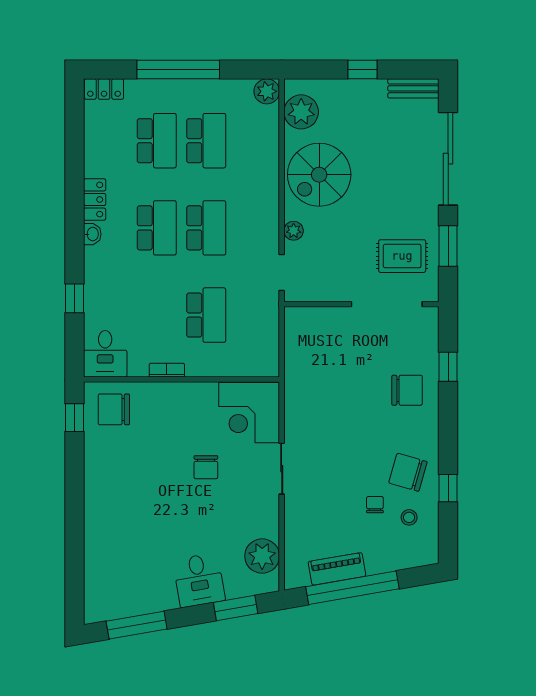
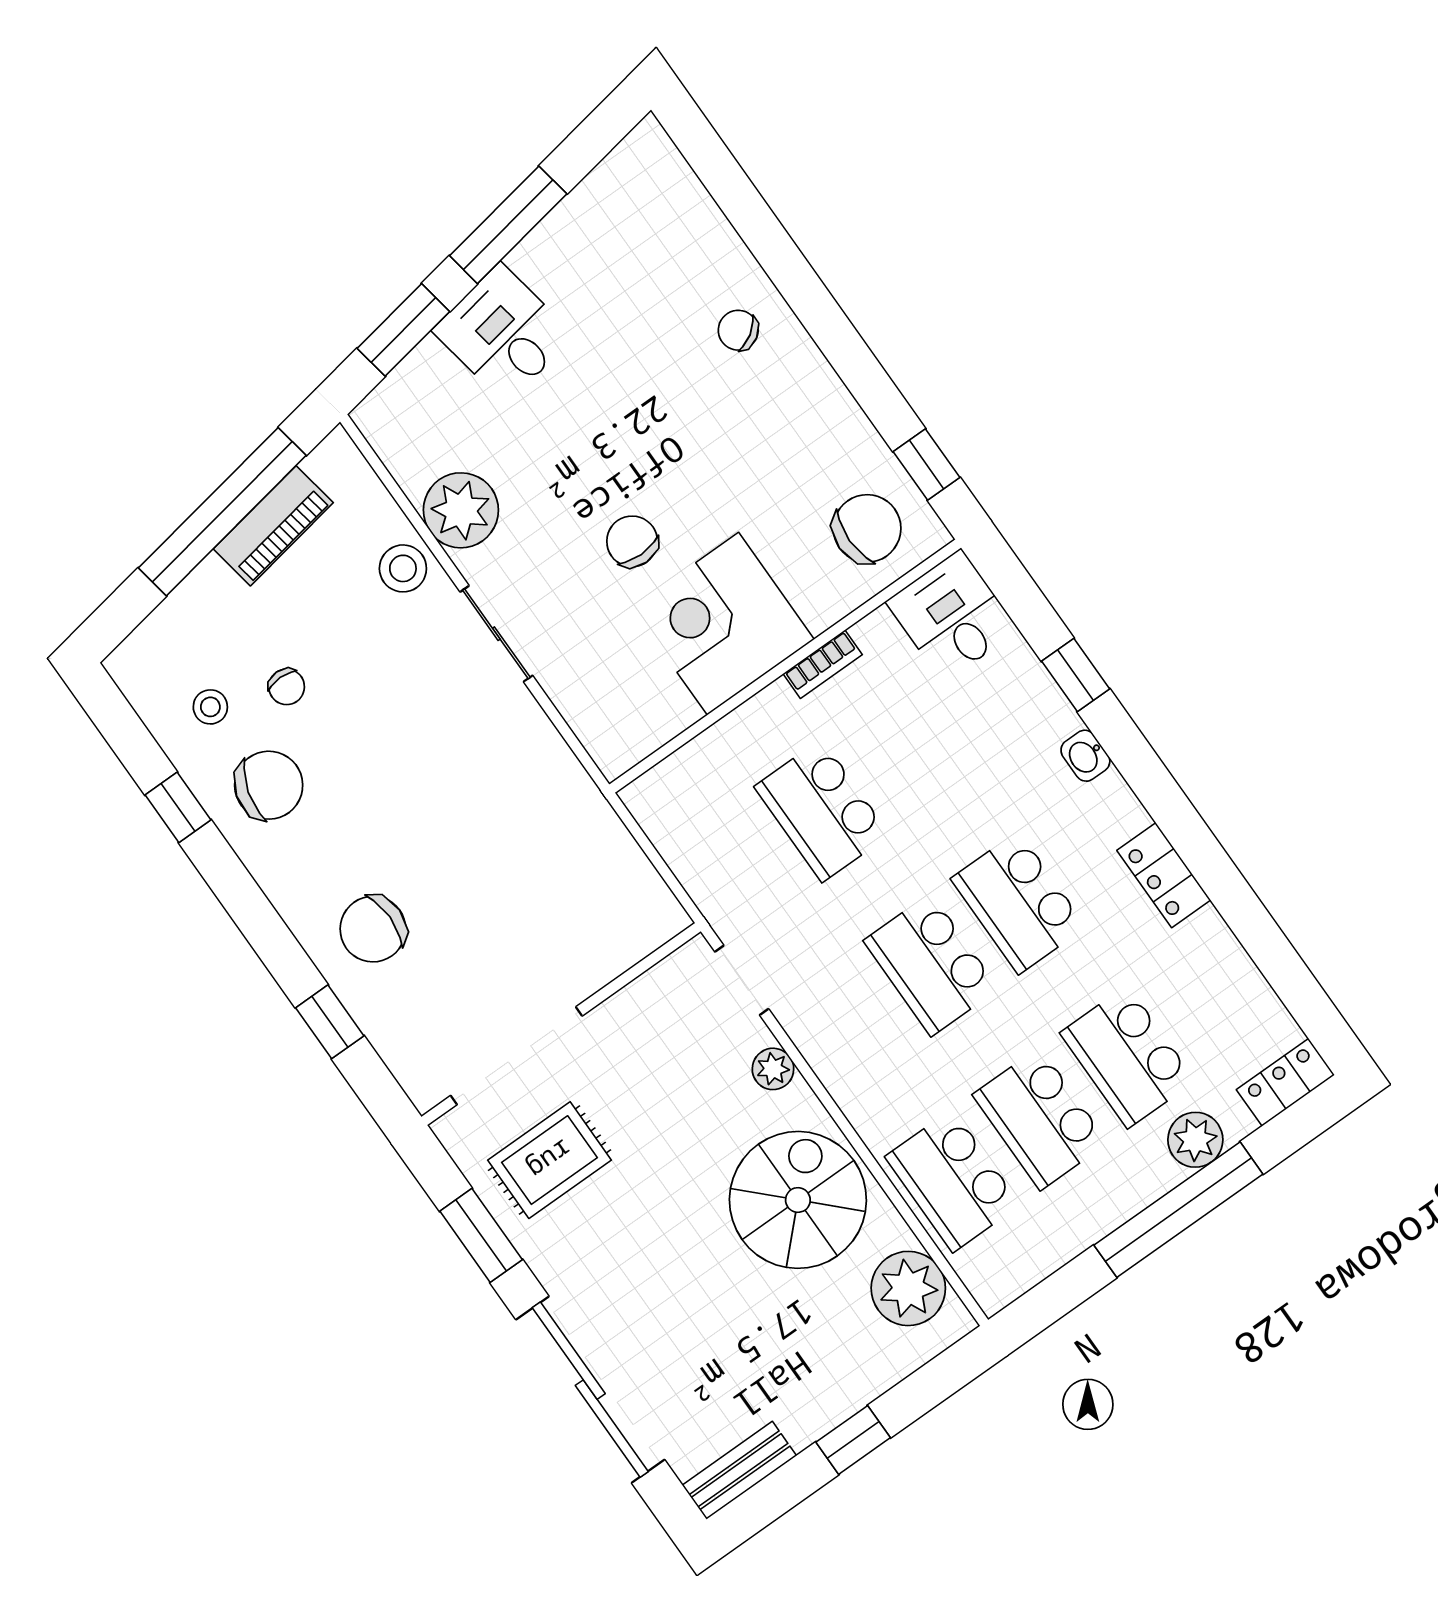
plant: (267, 91) -> (1195, 1140), moved
school desk: (256, 141) -> (953, 1181), added
washbasin: (92, 234) -> (1085, 756), moved
corner desk: (249, 413) -> (723, 624), moved, turned -90
chair: (110, 518) -> (738, 330), added
stool: (299, 518) -> (403, 568), added
plant: (262, 556) -> (461, 510), moved
window: (137, 625) -> (508, 225), moved

